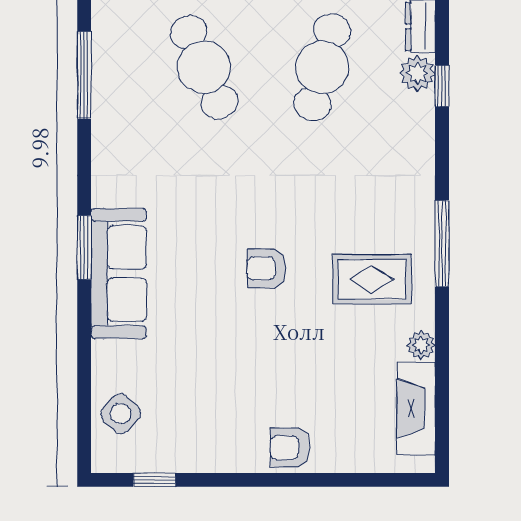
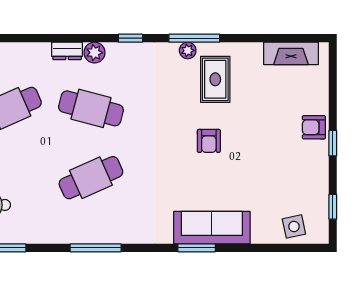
window: (442, 86) -> (130, 38), moved
plant: (421, 345) -> (188, 50), moved
side table: (121, 414) -> (294, 226), turned 35
armchair: (290, 448) -> (314, 127), turned 90
window: (263, 480) -> (333, 143), added

